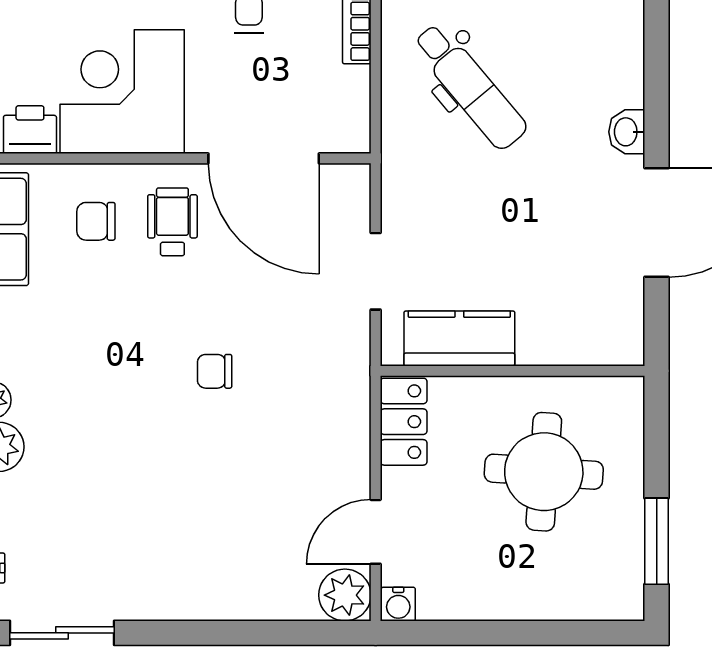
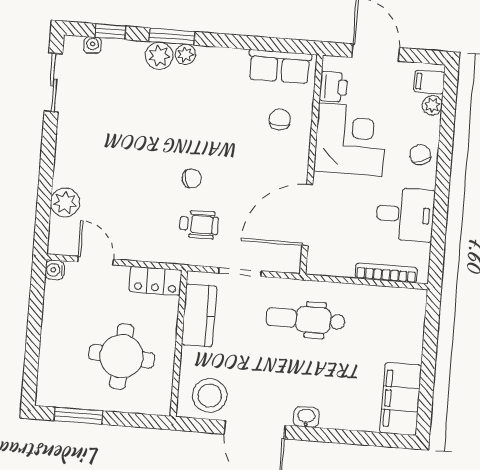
dental chair: (470, 86) -> (306, 319), moved, turned 40
wheelchair: (172, 222) -> (199, 225), moved
stool: (602, 308) -> (210, 395), added
chair: (215, 371) -> (192, 178), turned 73
plant: (345, 595) -> (65, 202), moved

